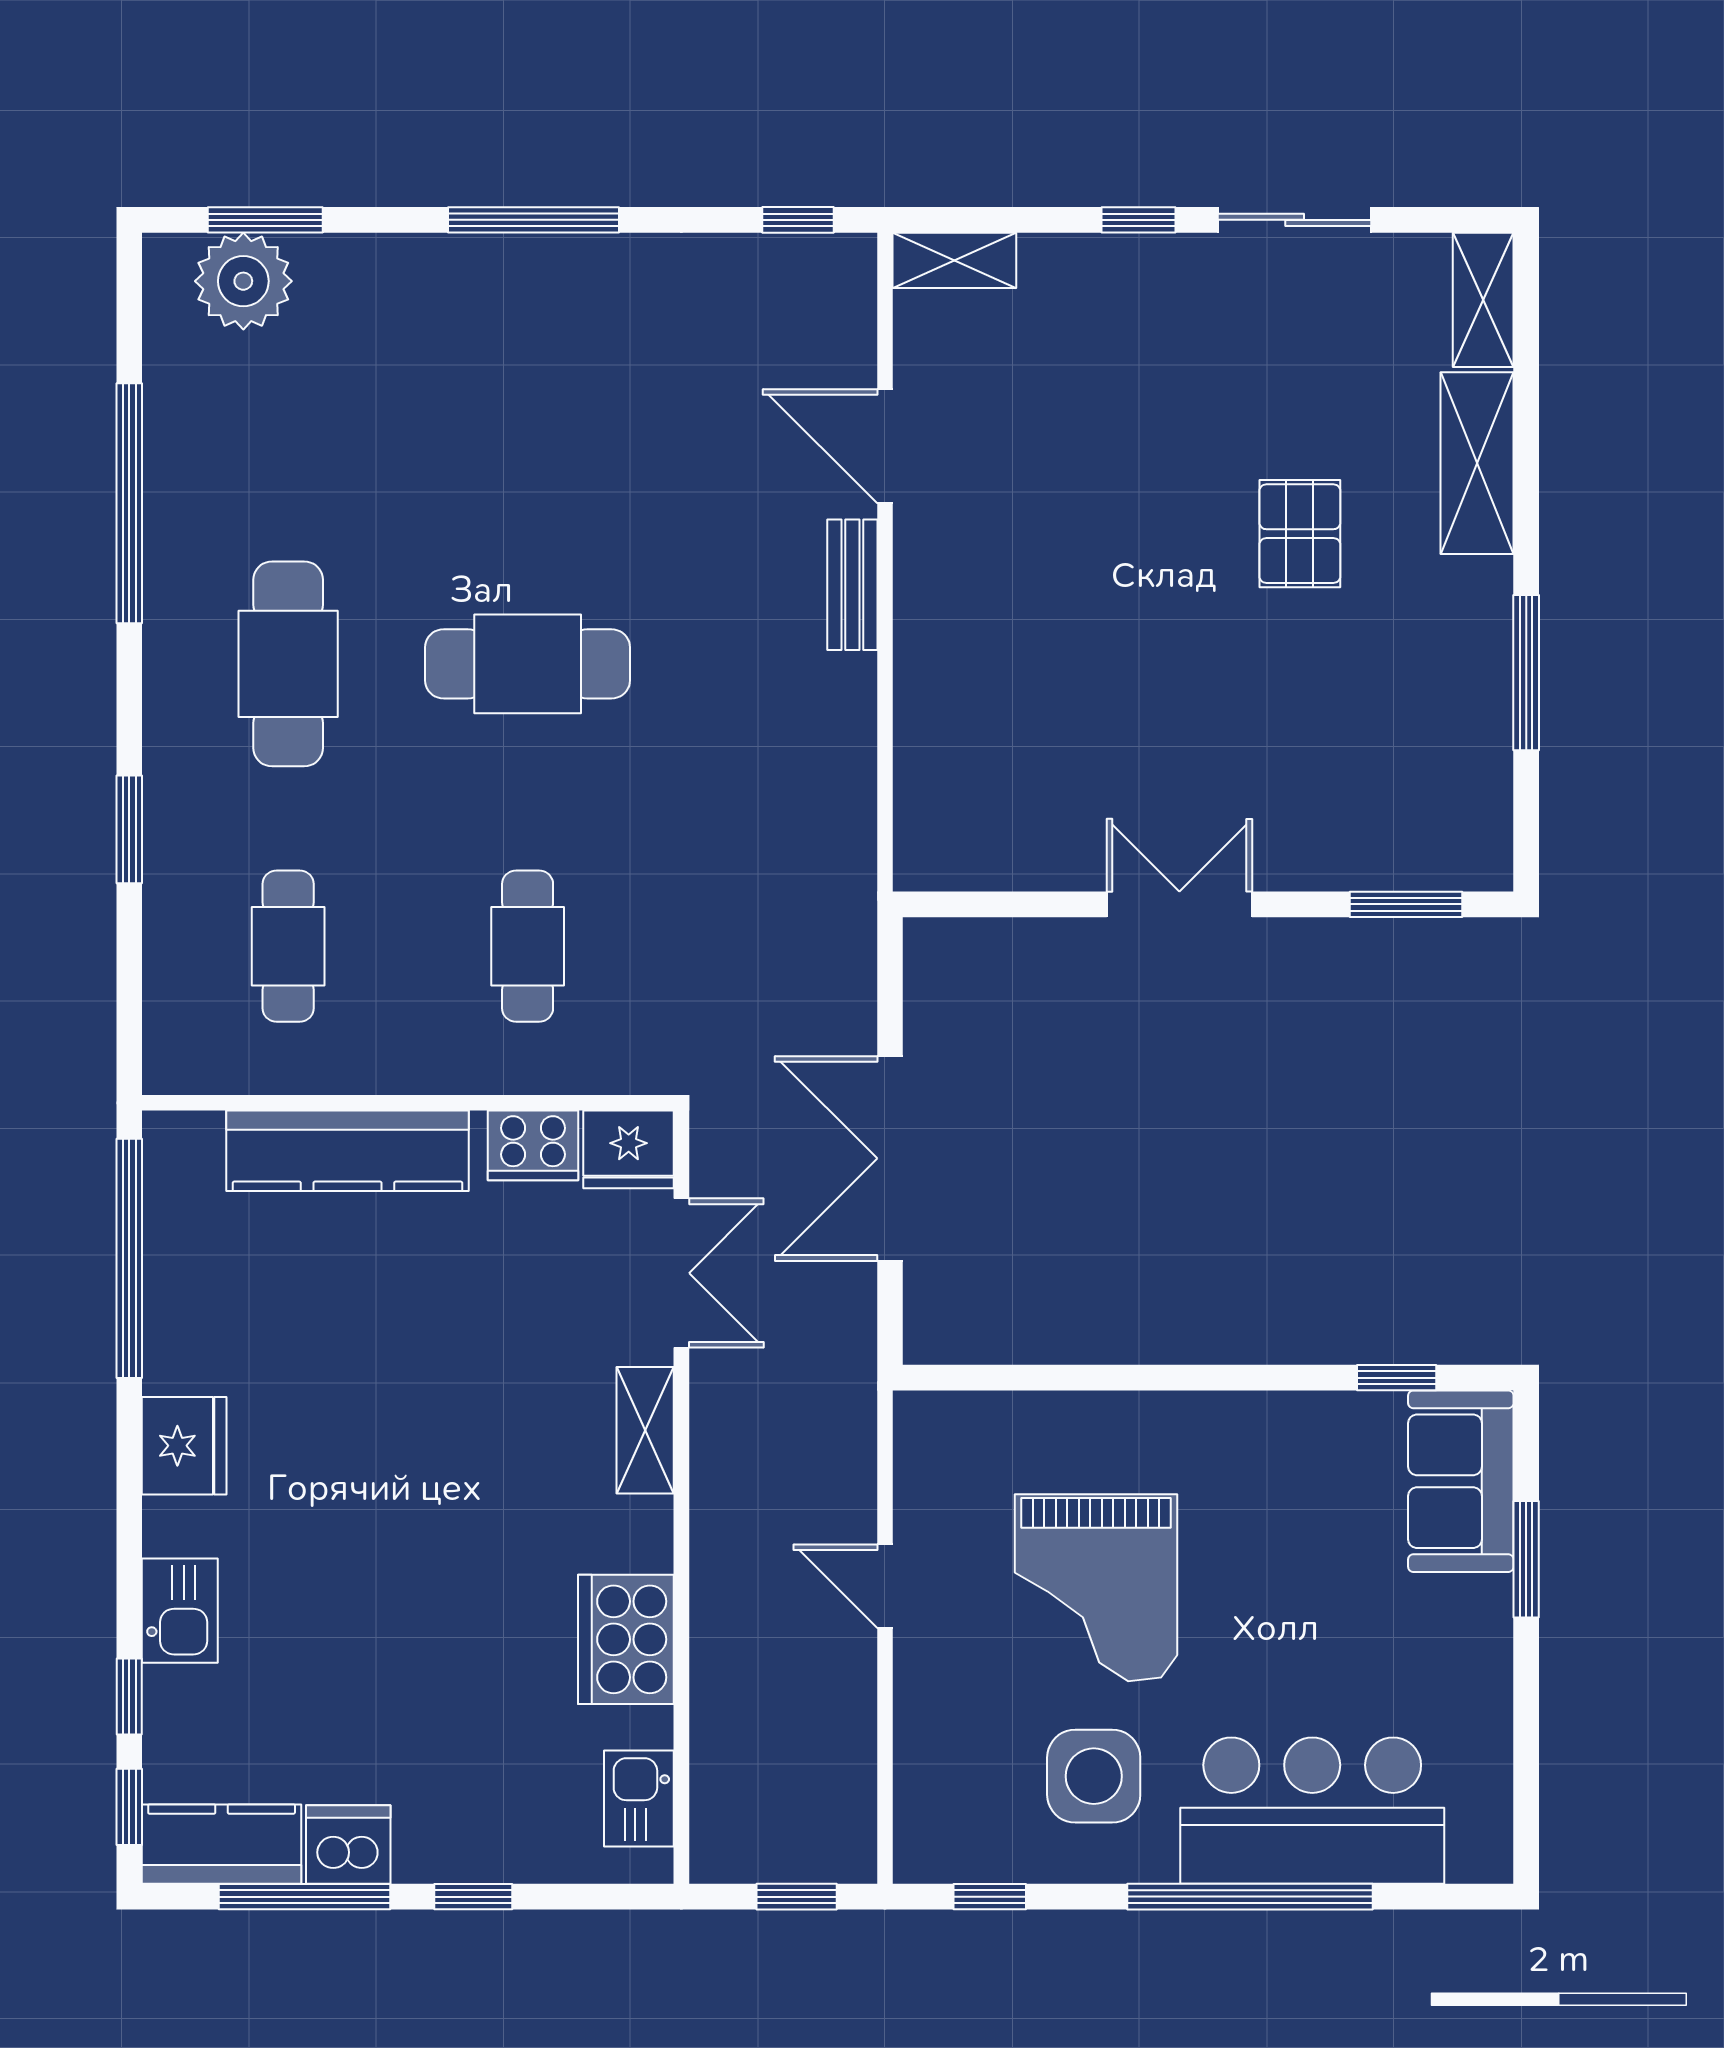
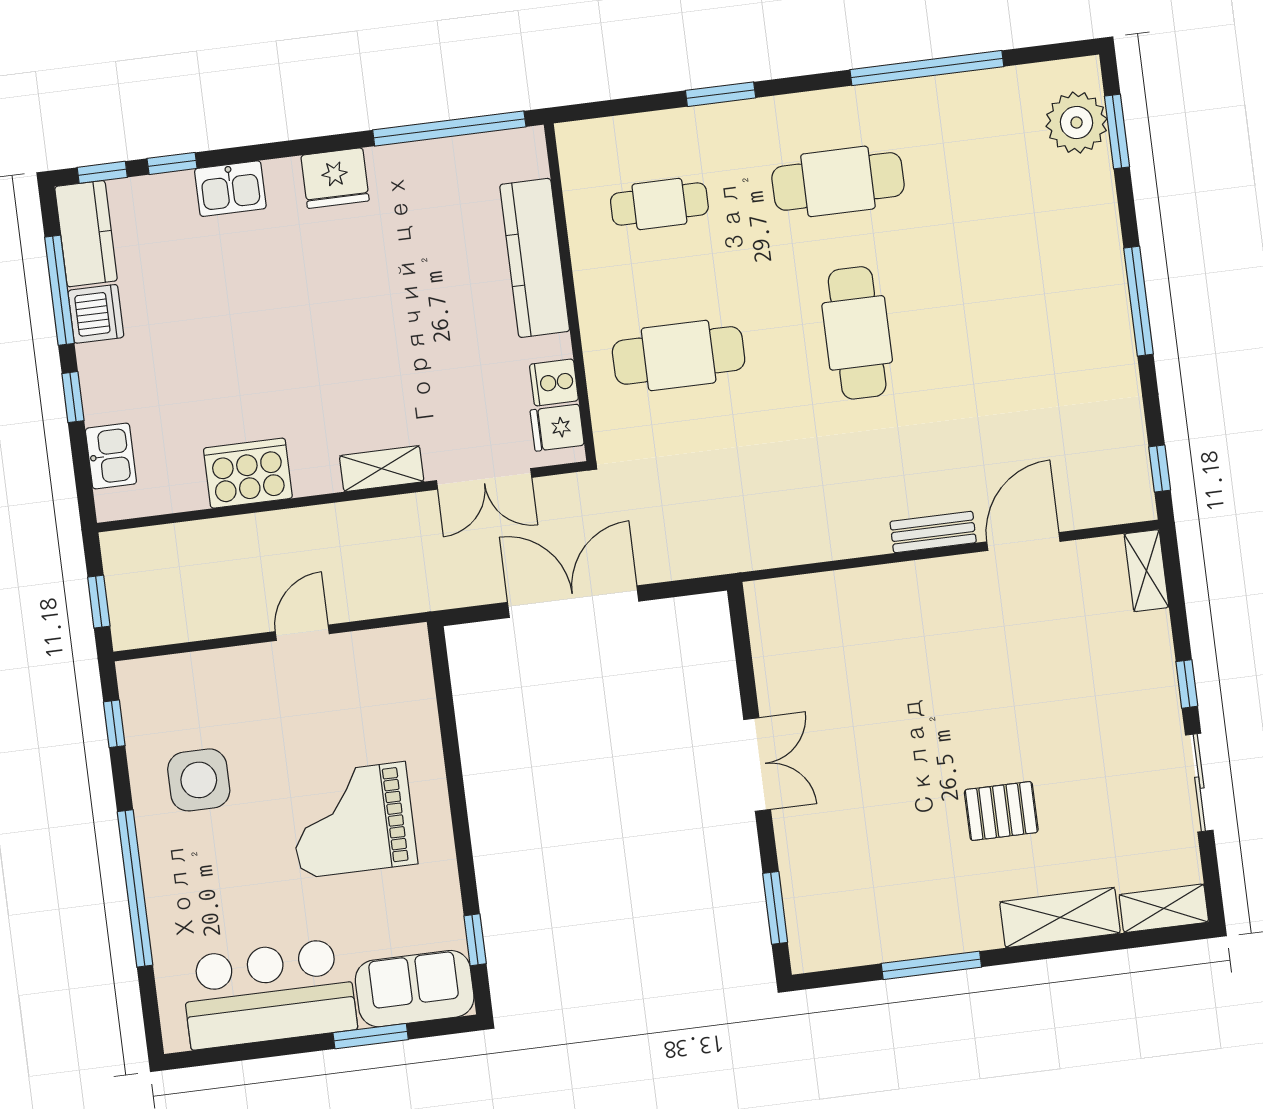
cafe table: (528, 946) -> (679, 355), width x1.37, depth x1.35
cooker: (533, 1145) -> (554, 382), width x0.73
fridge: (629, 1149) -> (557, 428), width x0.72
grand piano: (1096, 1588) -> (353, 820), moved
kitchen sink: (639, 1798) -> (111, 456), moved, turned 90
bar counter: (1312, 1811) -> (269, 994), moved, turned -90

